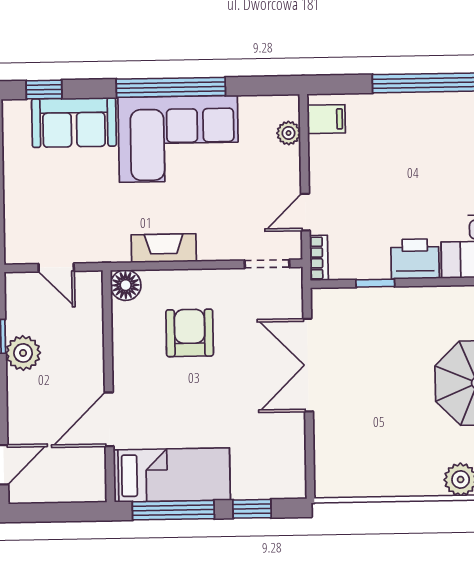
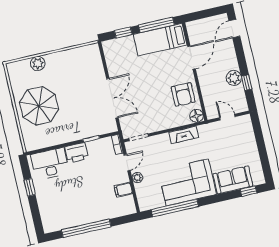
window: (171, 87) -> (175, 208), moved
filing cabinet: (326, 119) -> (123, 190), moved
plant: (289, 133) -> (137, 178), moved
armchair: (190, 333) -> (183, 94), moved

